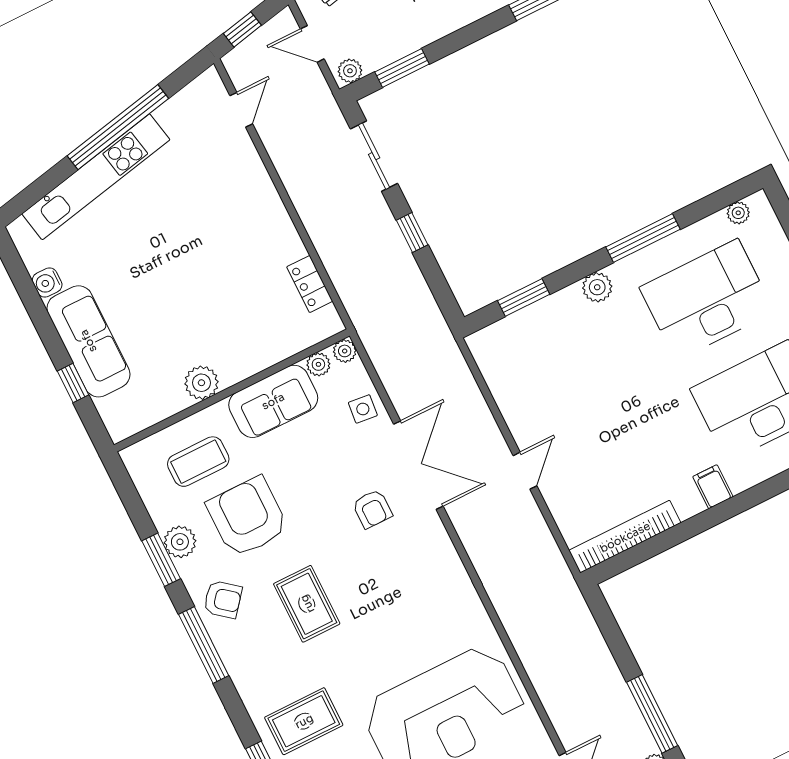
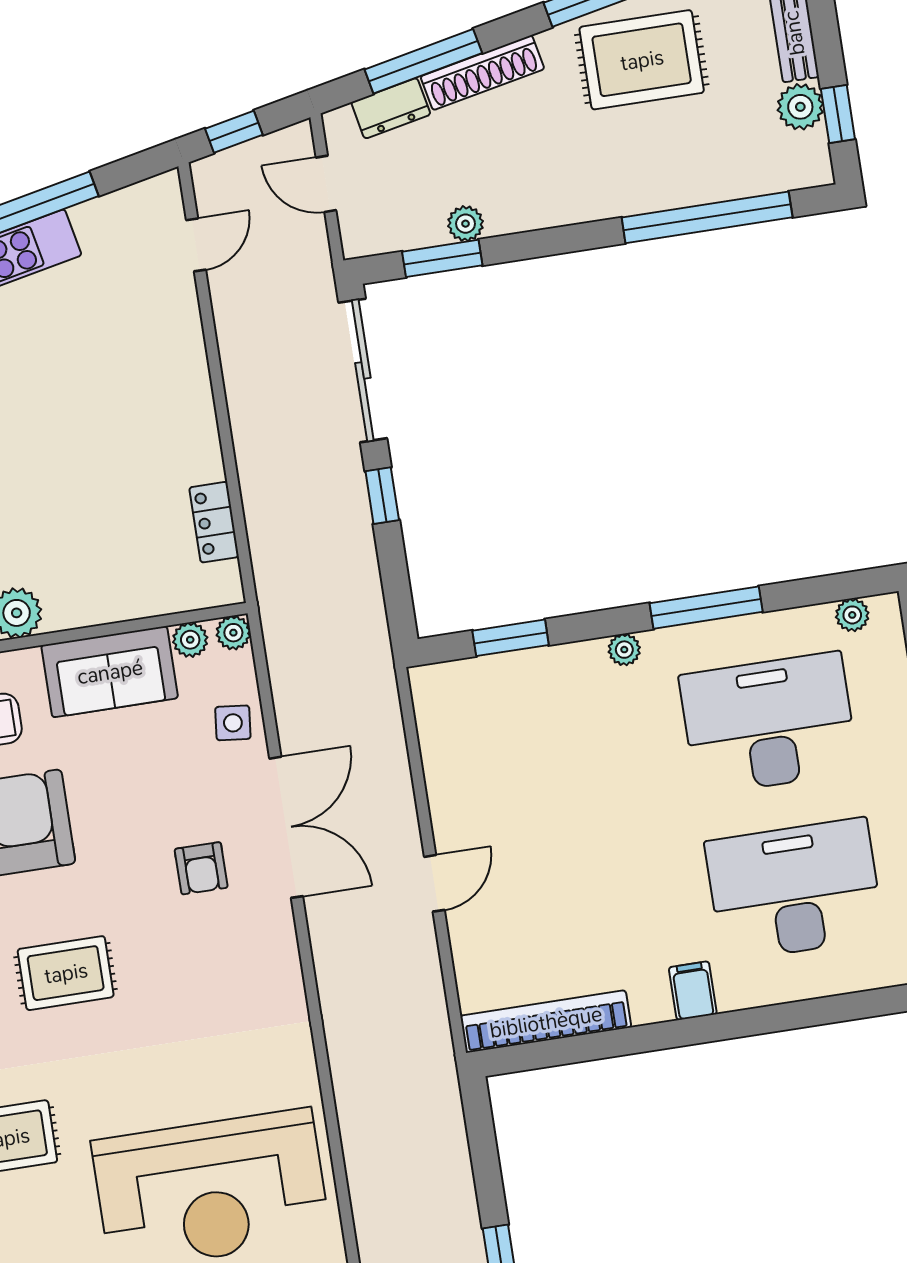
plant: (350, 71) -> (466, 224), moved
sliding door: (374, 156) -> (363, 370), width x1.37
plant: (597, 287) -> (624, 650), width x0.73, depth x0.73
rug: (307, 604) -> (66, 973), turned 90

